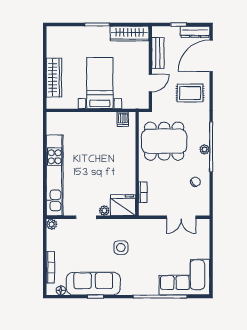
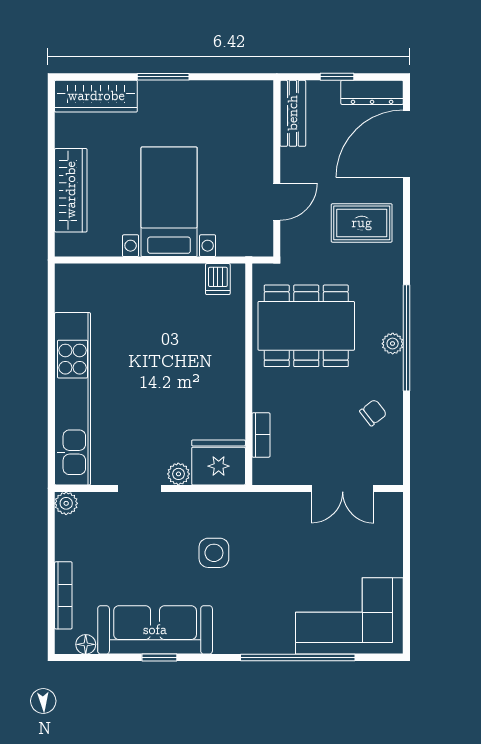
wardrobe: (129, 34) -> (96, 96), moved
bench: (158, 53) -> (293, 113), moved

